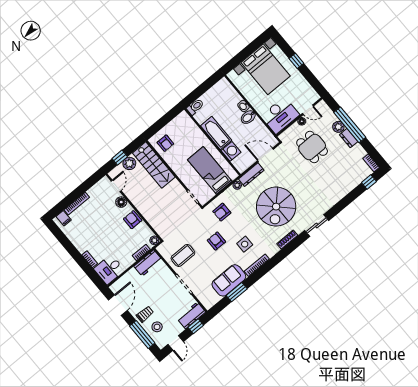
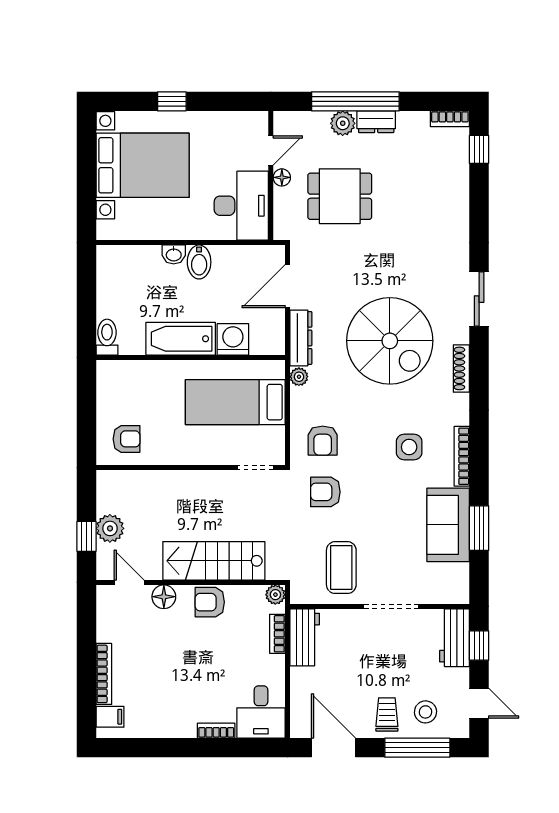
stairs: (154, 165) -> (214, 561), moved, turned 180
armchair: (216, 241) -> (325, 492), moved

